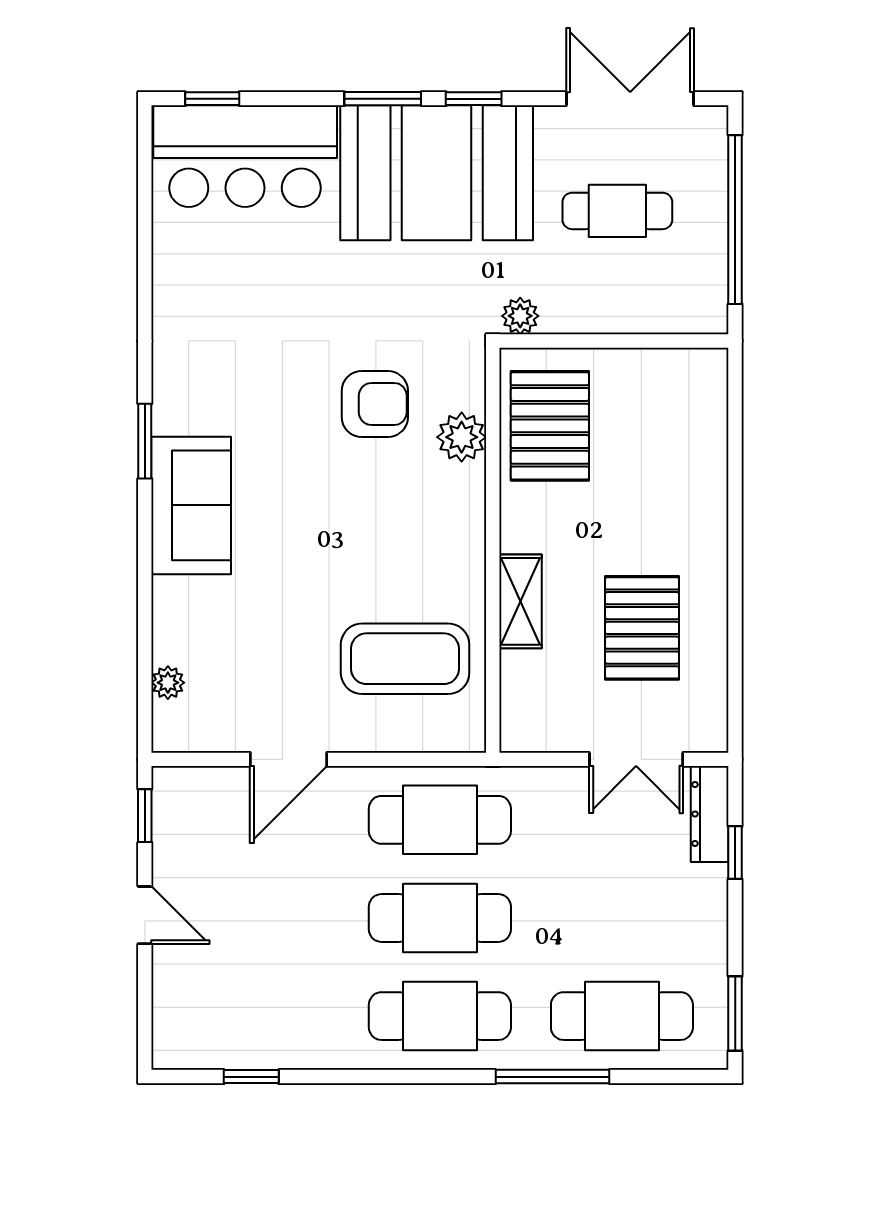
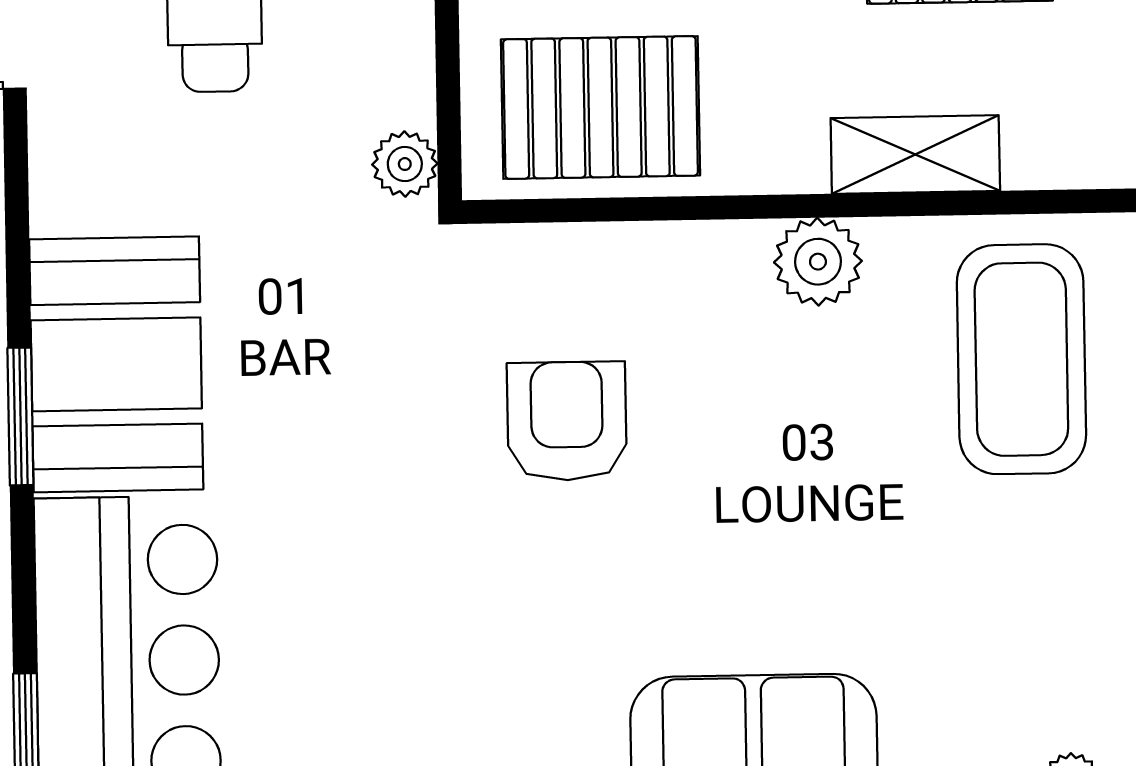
window: (474, 99) -> (18, 254), removed
booth: (437, 173) -> (116, 364), width x0.73, depth x0.70
plant: (462, 437) -> (818, 262), moved

